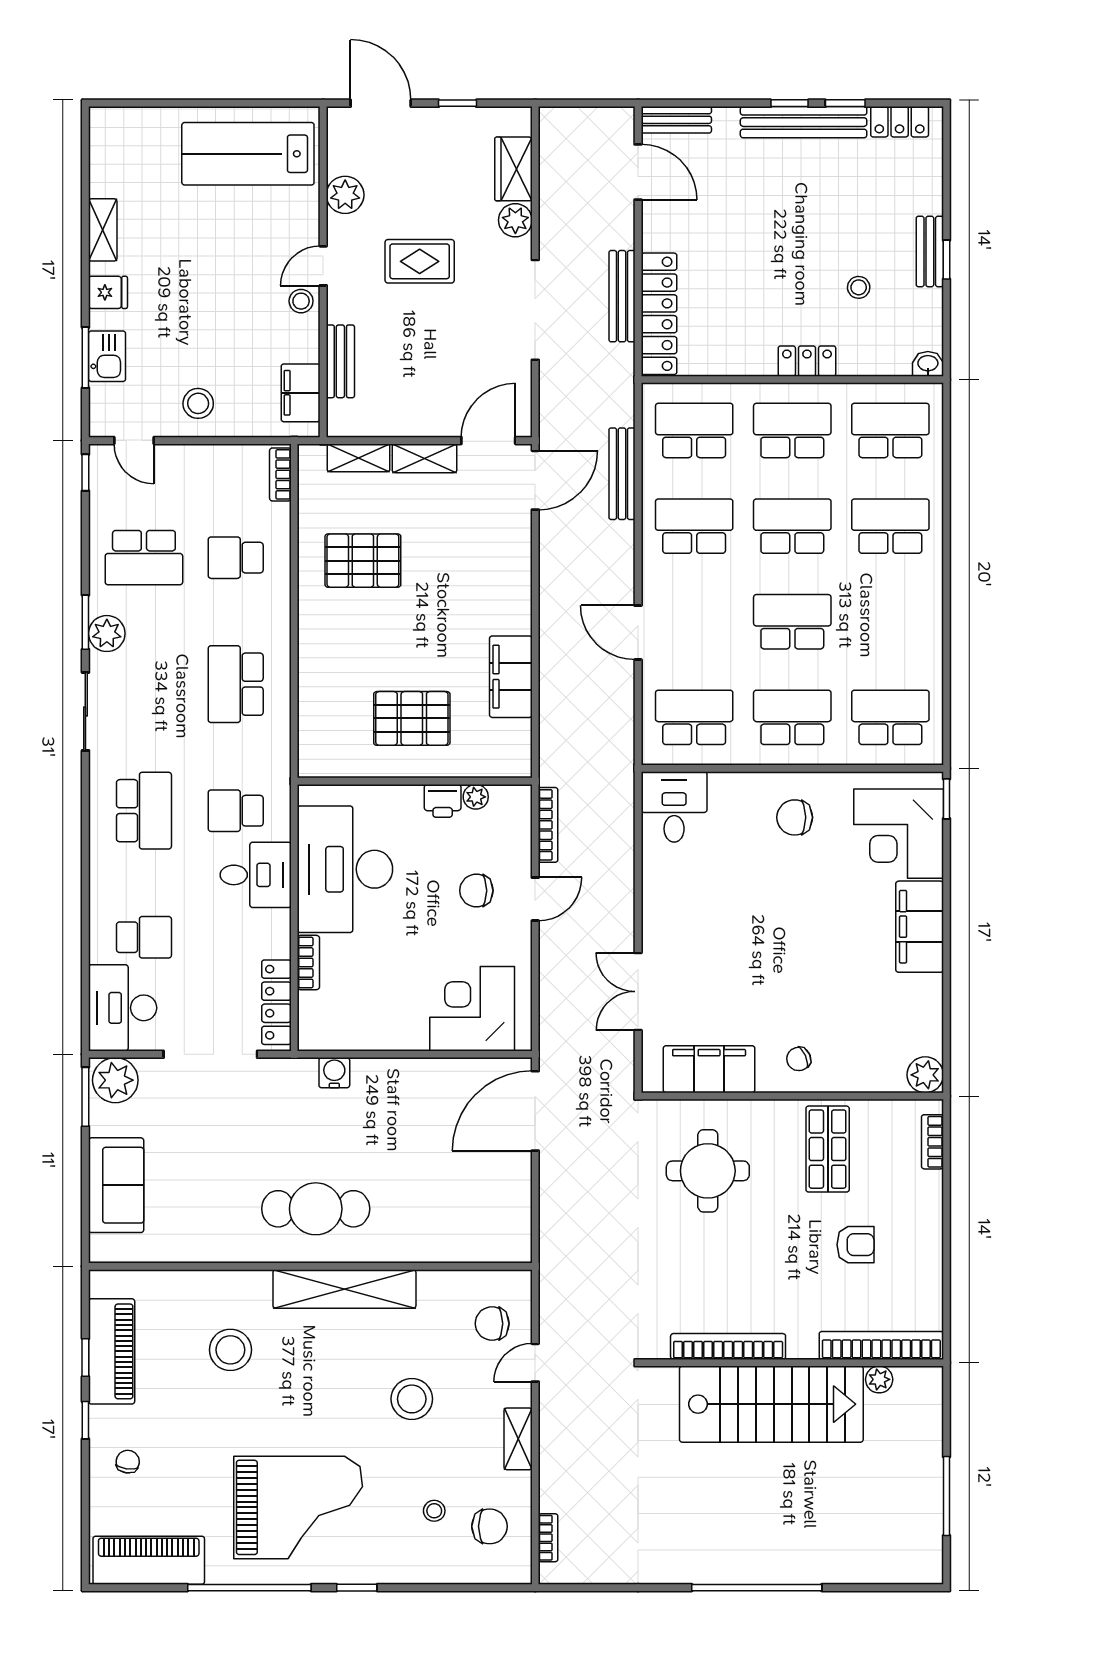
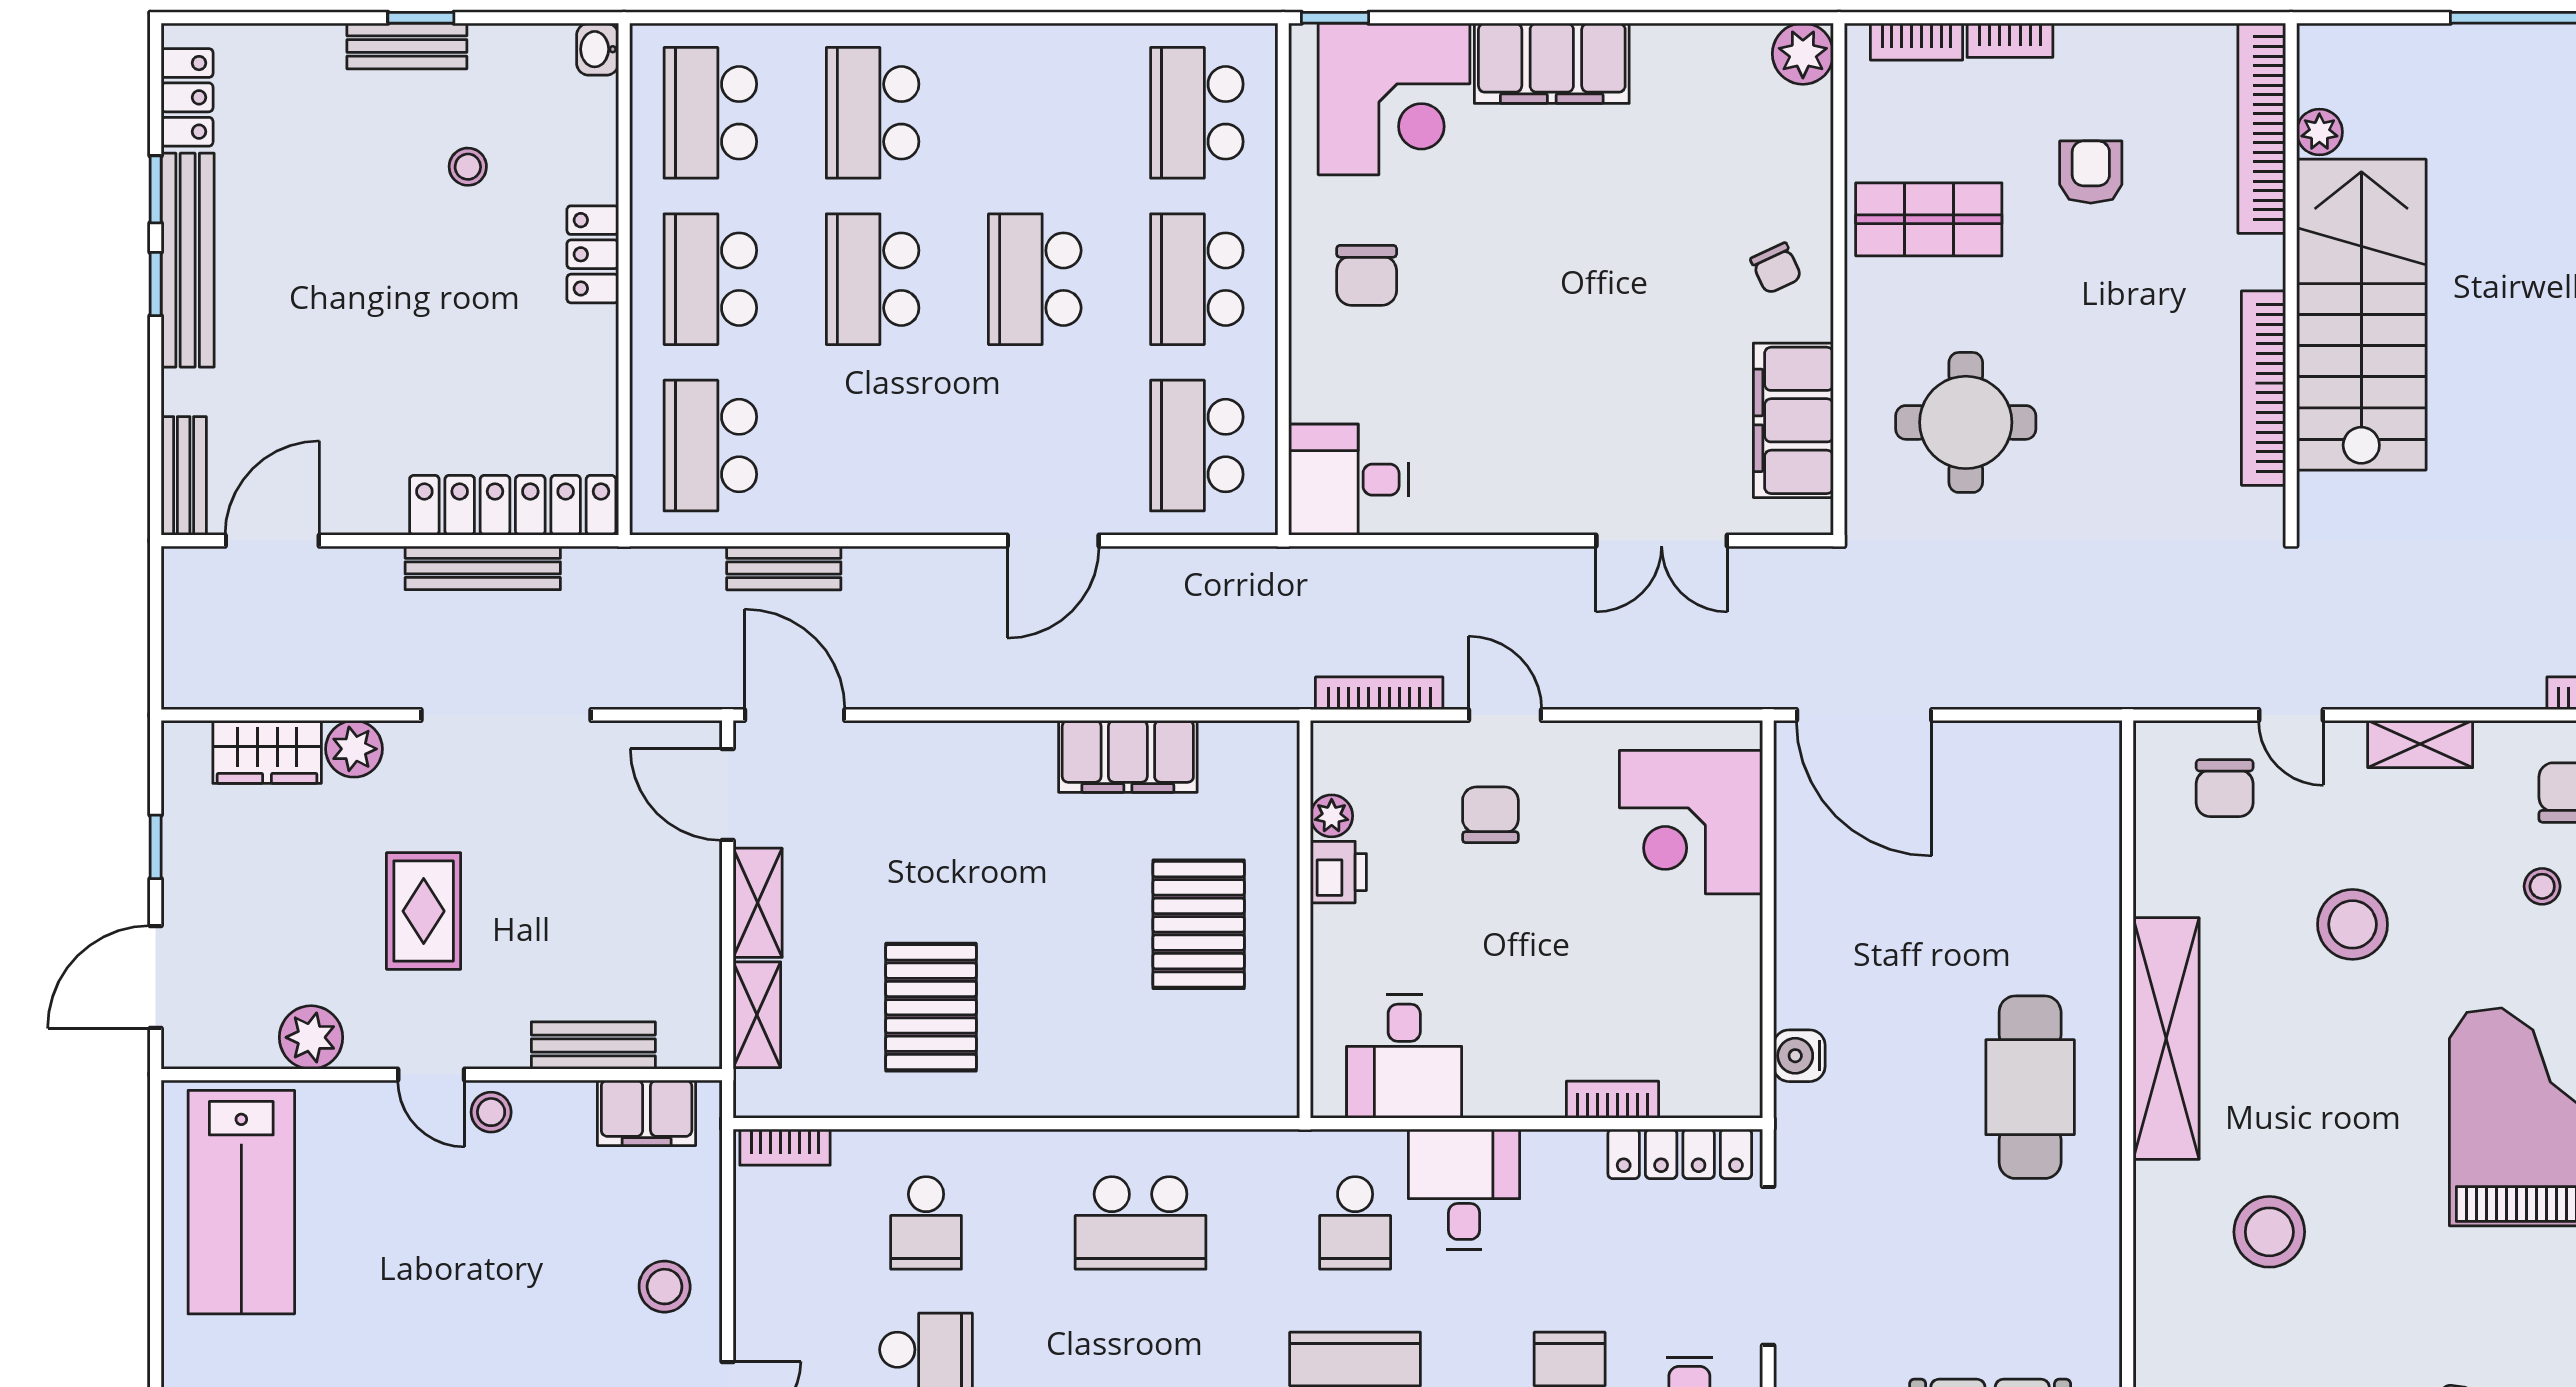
bench: (622, 474) -> (784, 568), width x0.73
school desk: (694, 526) -> (873, 446), removed
desk: (345, 869) -> (1404, 1056), width x0.53, depth x0.77
chair: (476, 891) -> (1490, 815), turned 180
bookcase: (933, 1197) -> (2010, 40), added

